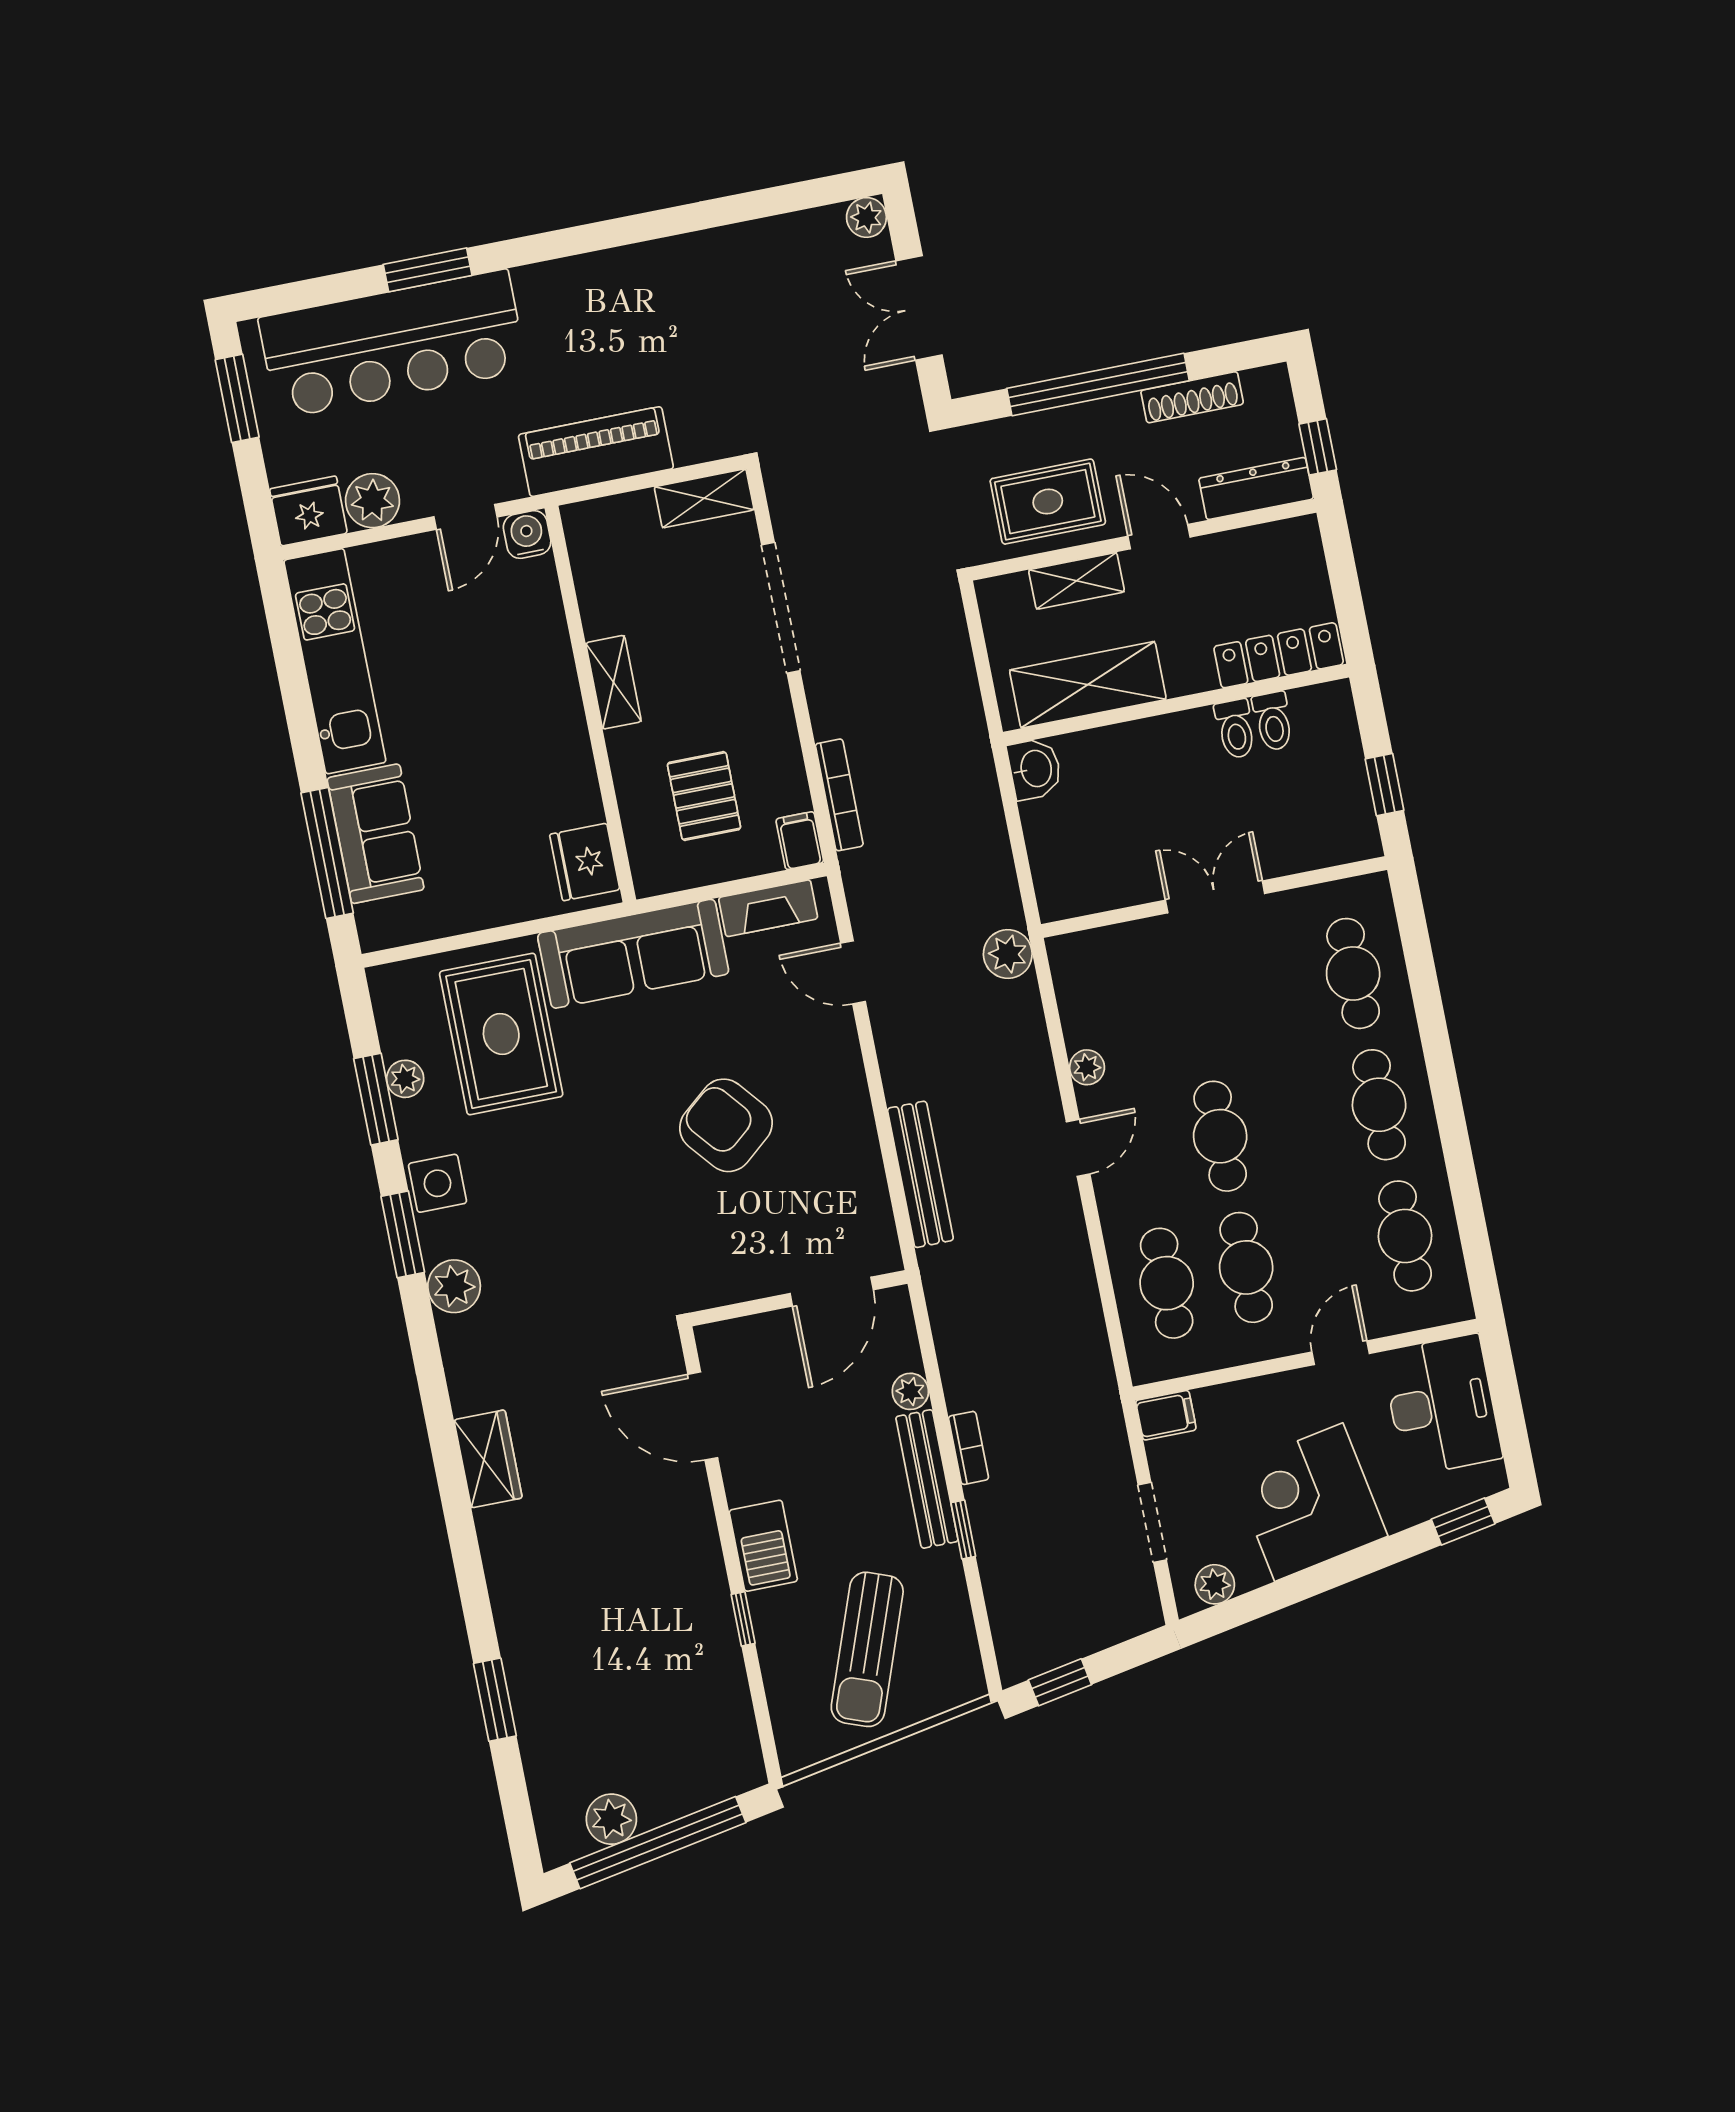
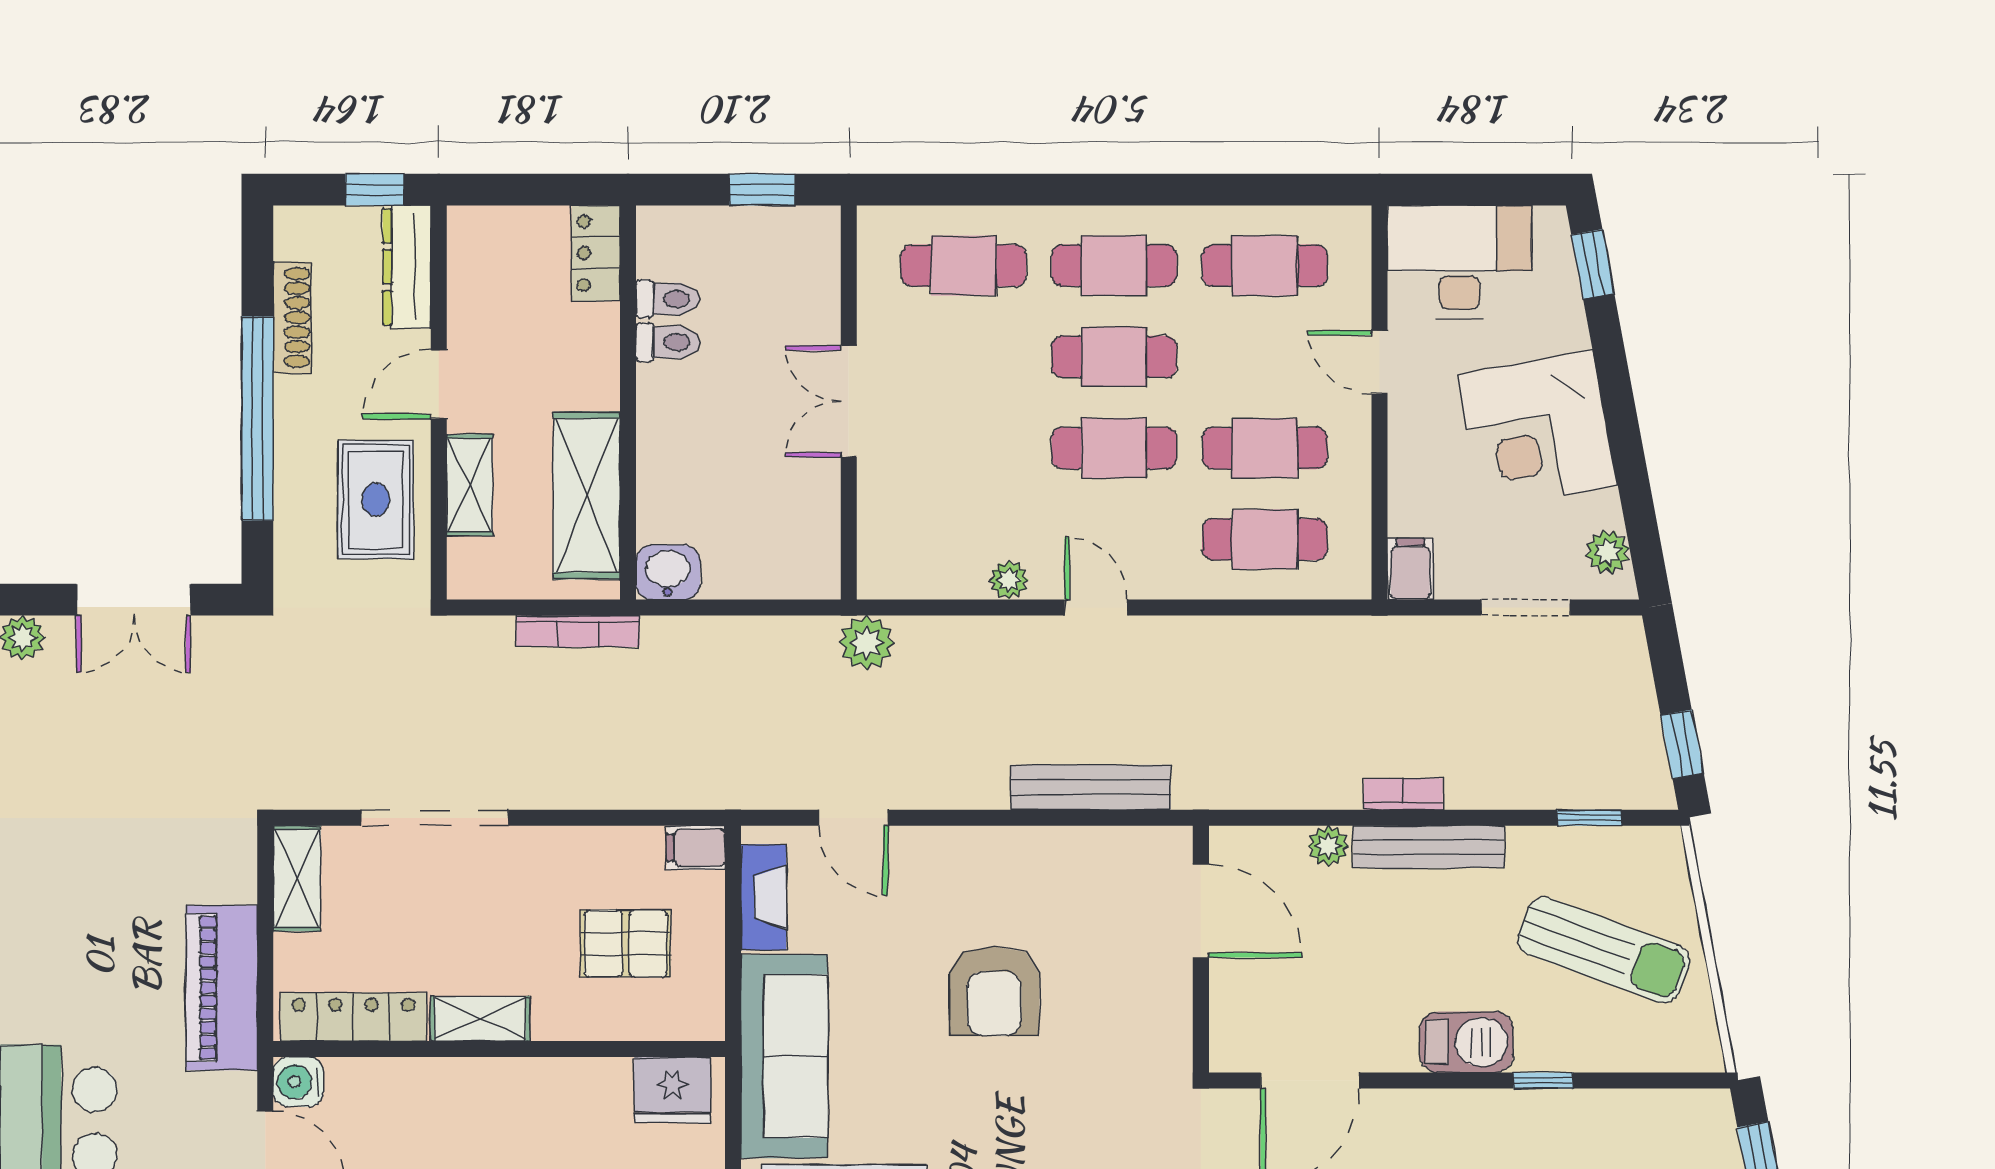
locker: (593, 571) -> (353, 1017), added
locker: (1279, 655) -> (596, 253), width x0.66
bookcase: (839, 795) -> (578, 631), moved, turned 180
door: (853, 972) -> (853, 818), hinge flipped
cafe table: (1300, 1120) -> (1114, 357), added
armchair: (726, 1125) -> (994, 991), turned -50
window: (963, 1530) -> (1590, 818), moved

